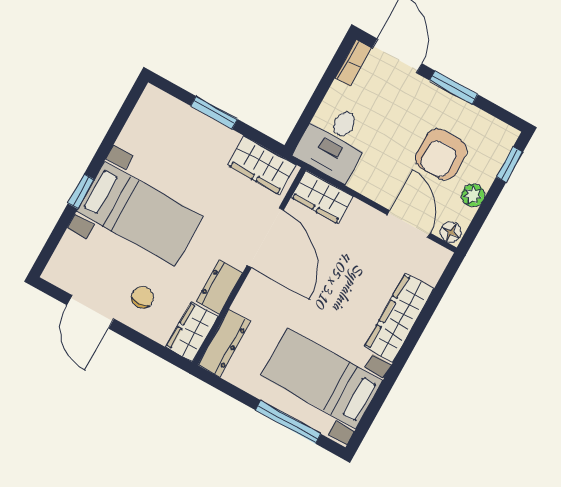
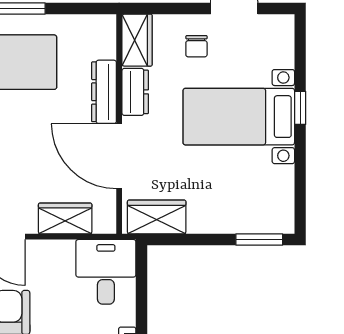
window: (214, 113) -> (259, 239), moved
wardrobe: (322, 197) -> (65, 218), moved
dresser: (224, 343) -> (104, 92), moved

